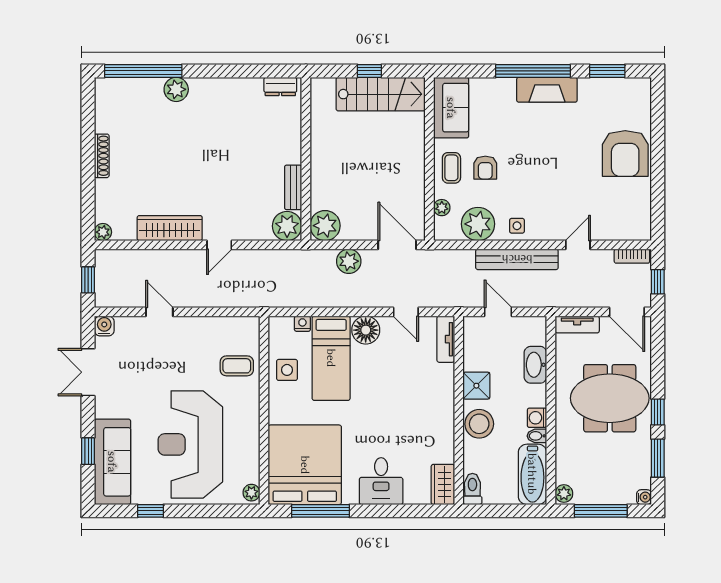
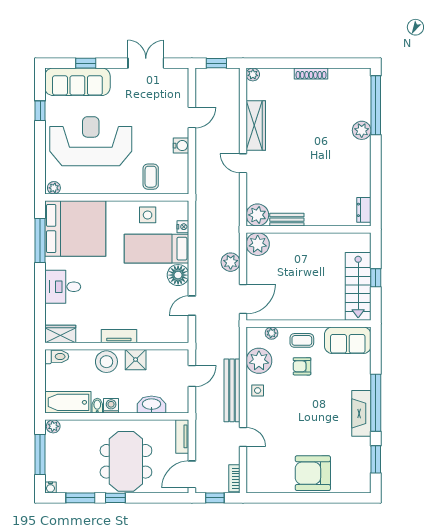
water cooler: (104, 326) -> (181, 146), moved
tv unit: (446, 339) -> (119, 336), moved

